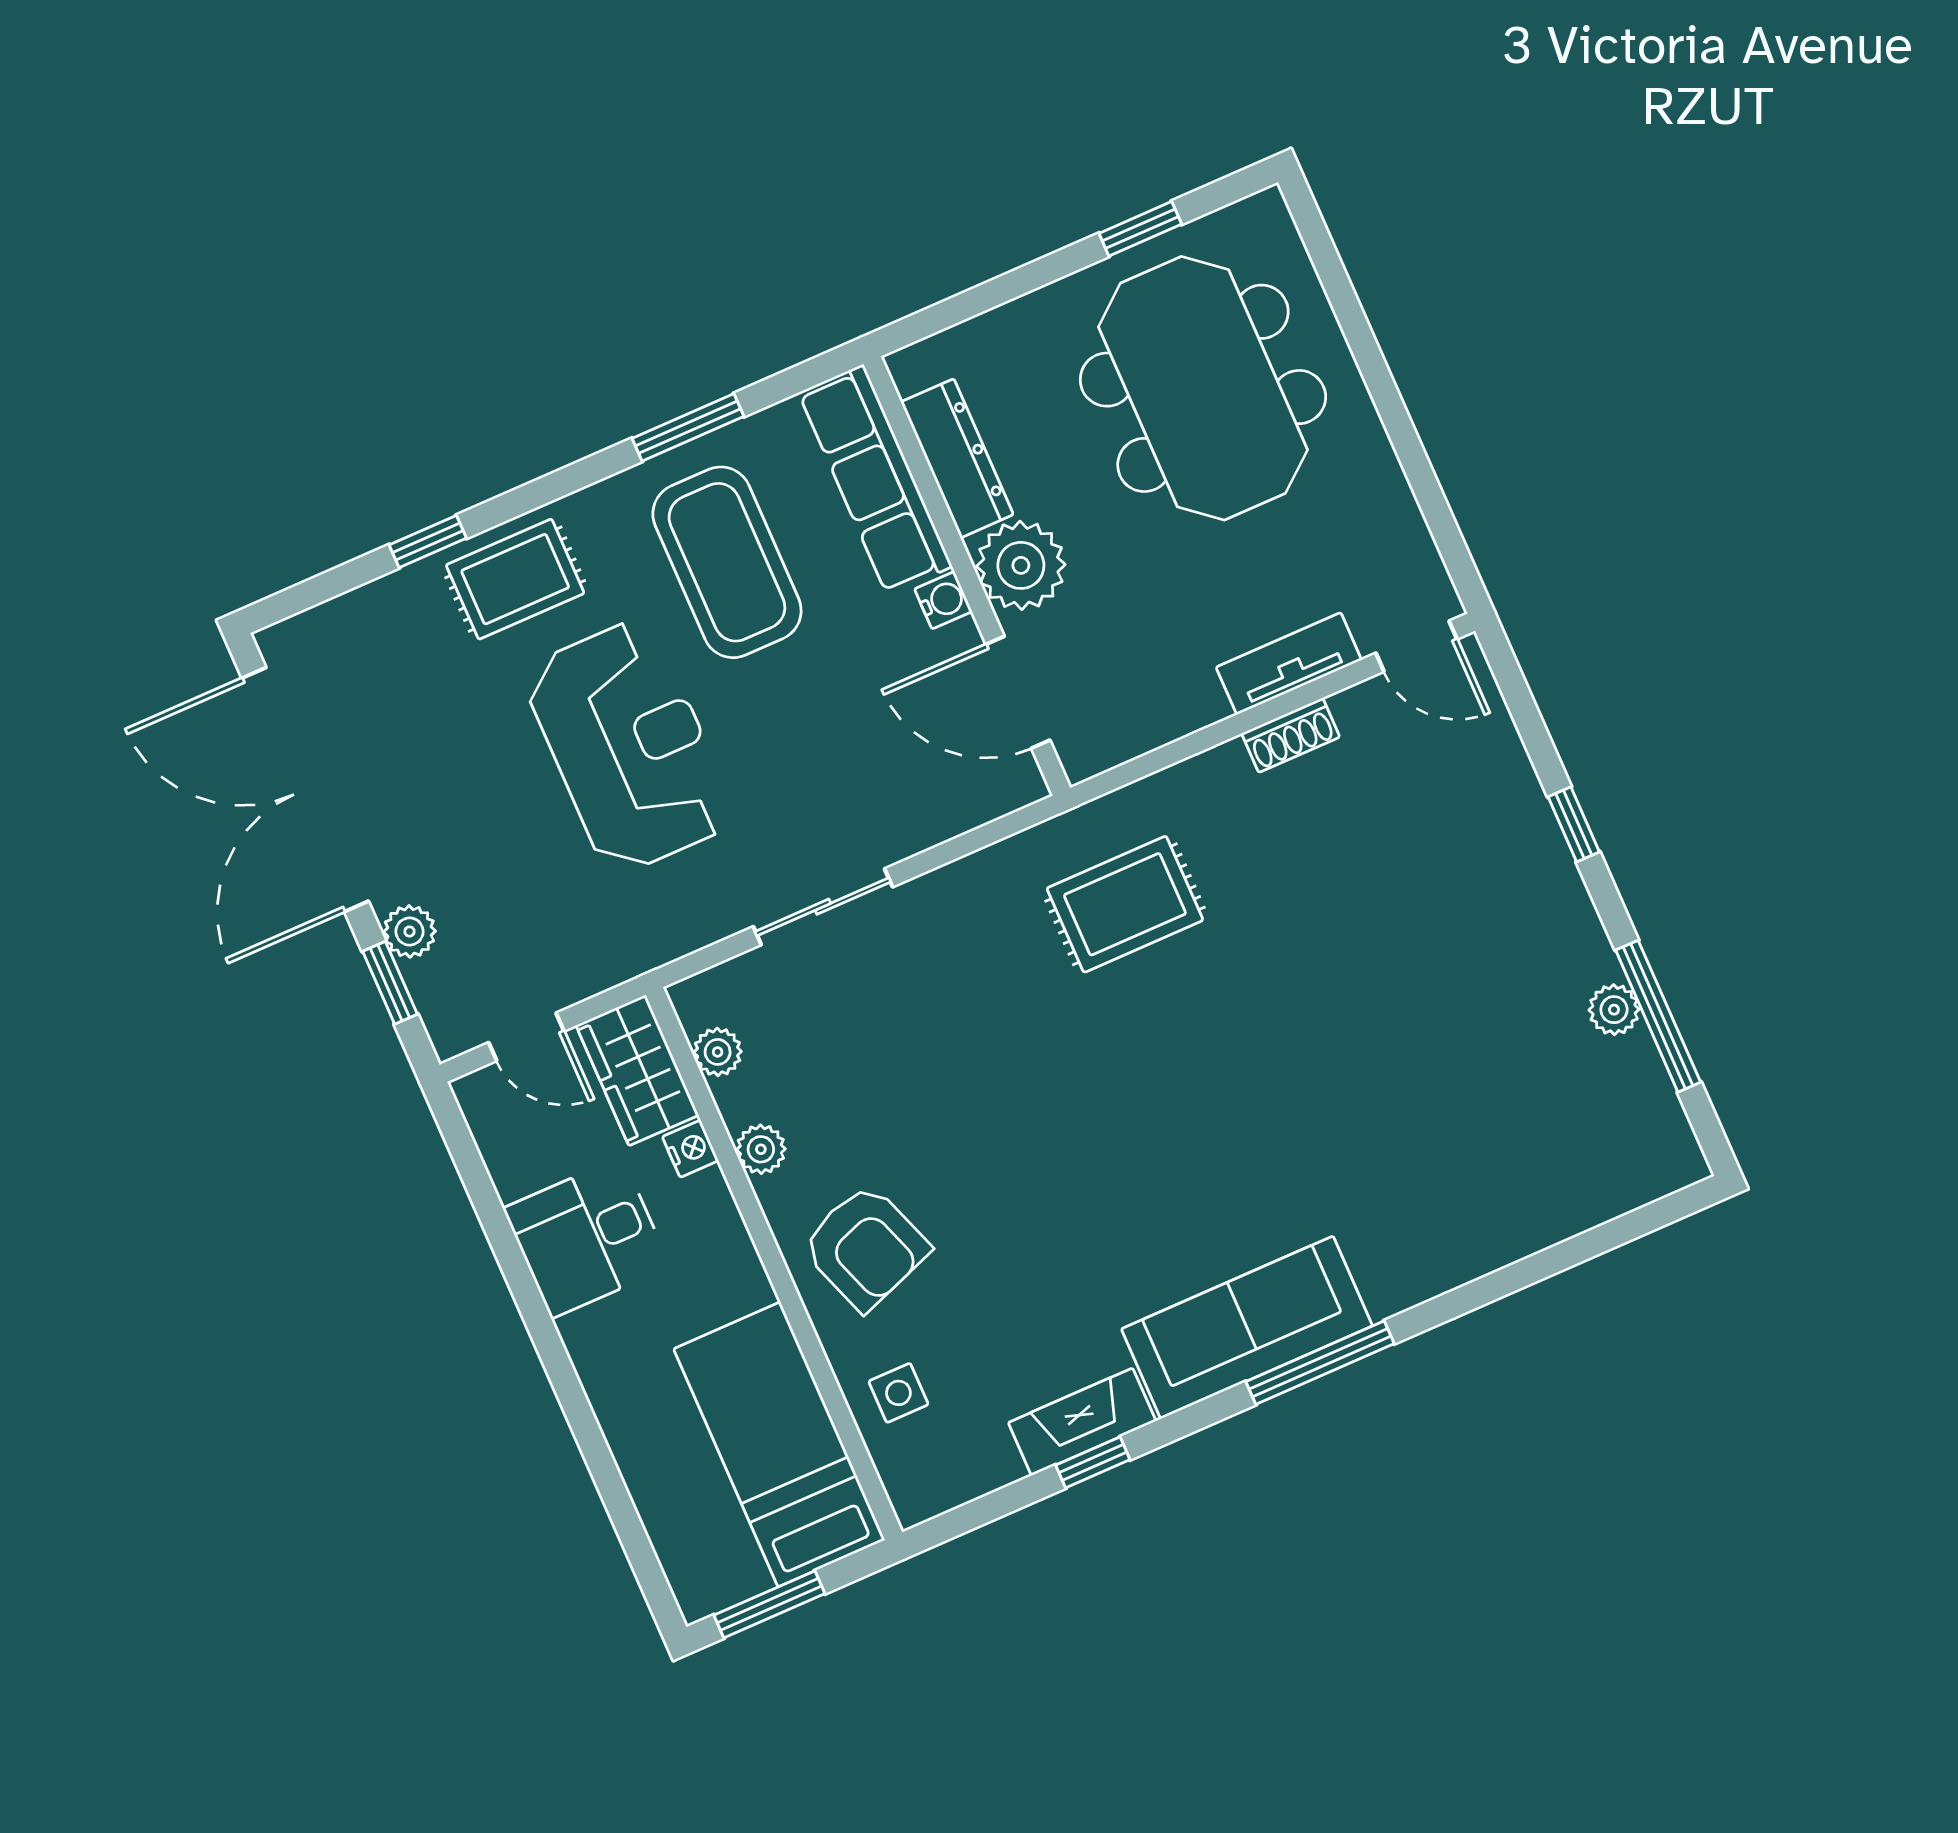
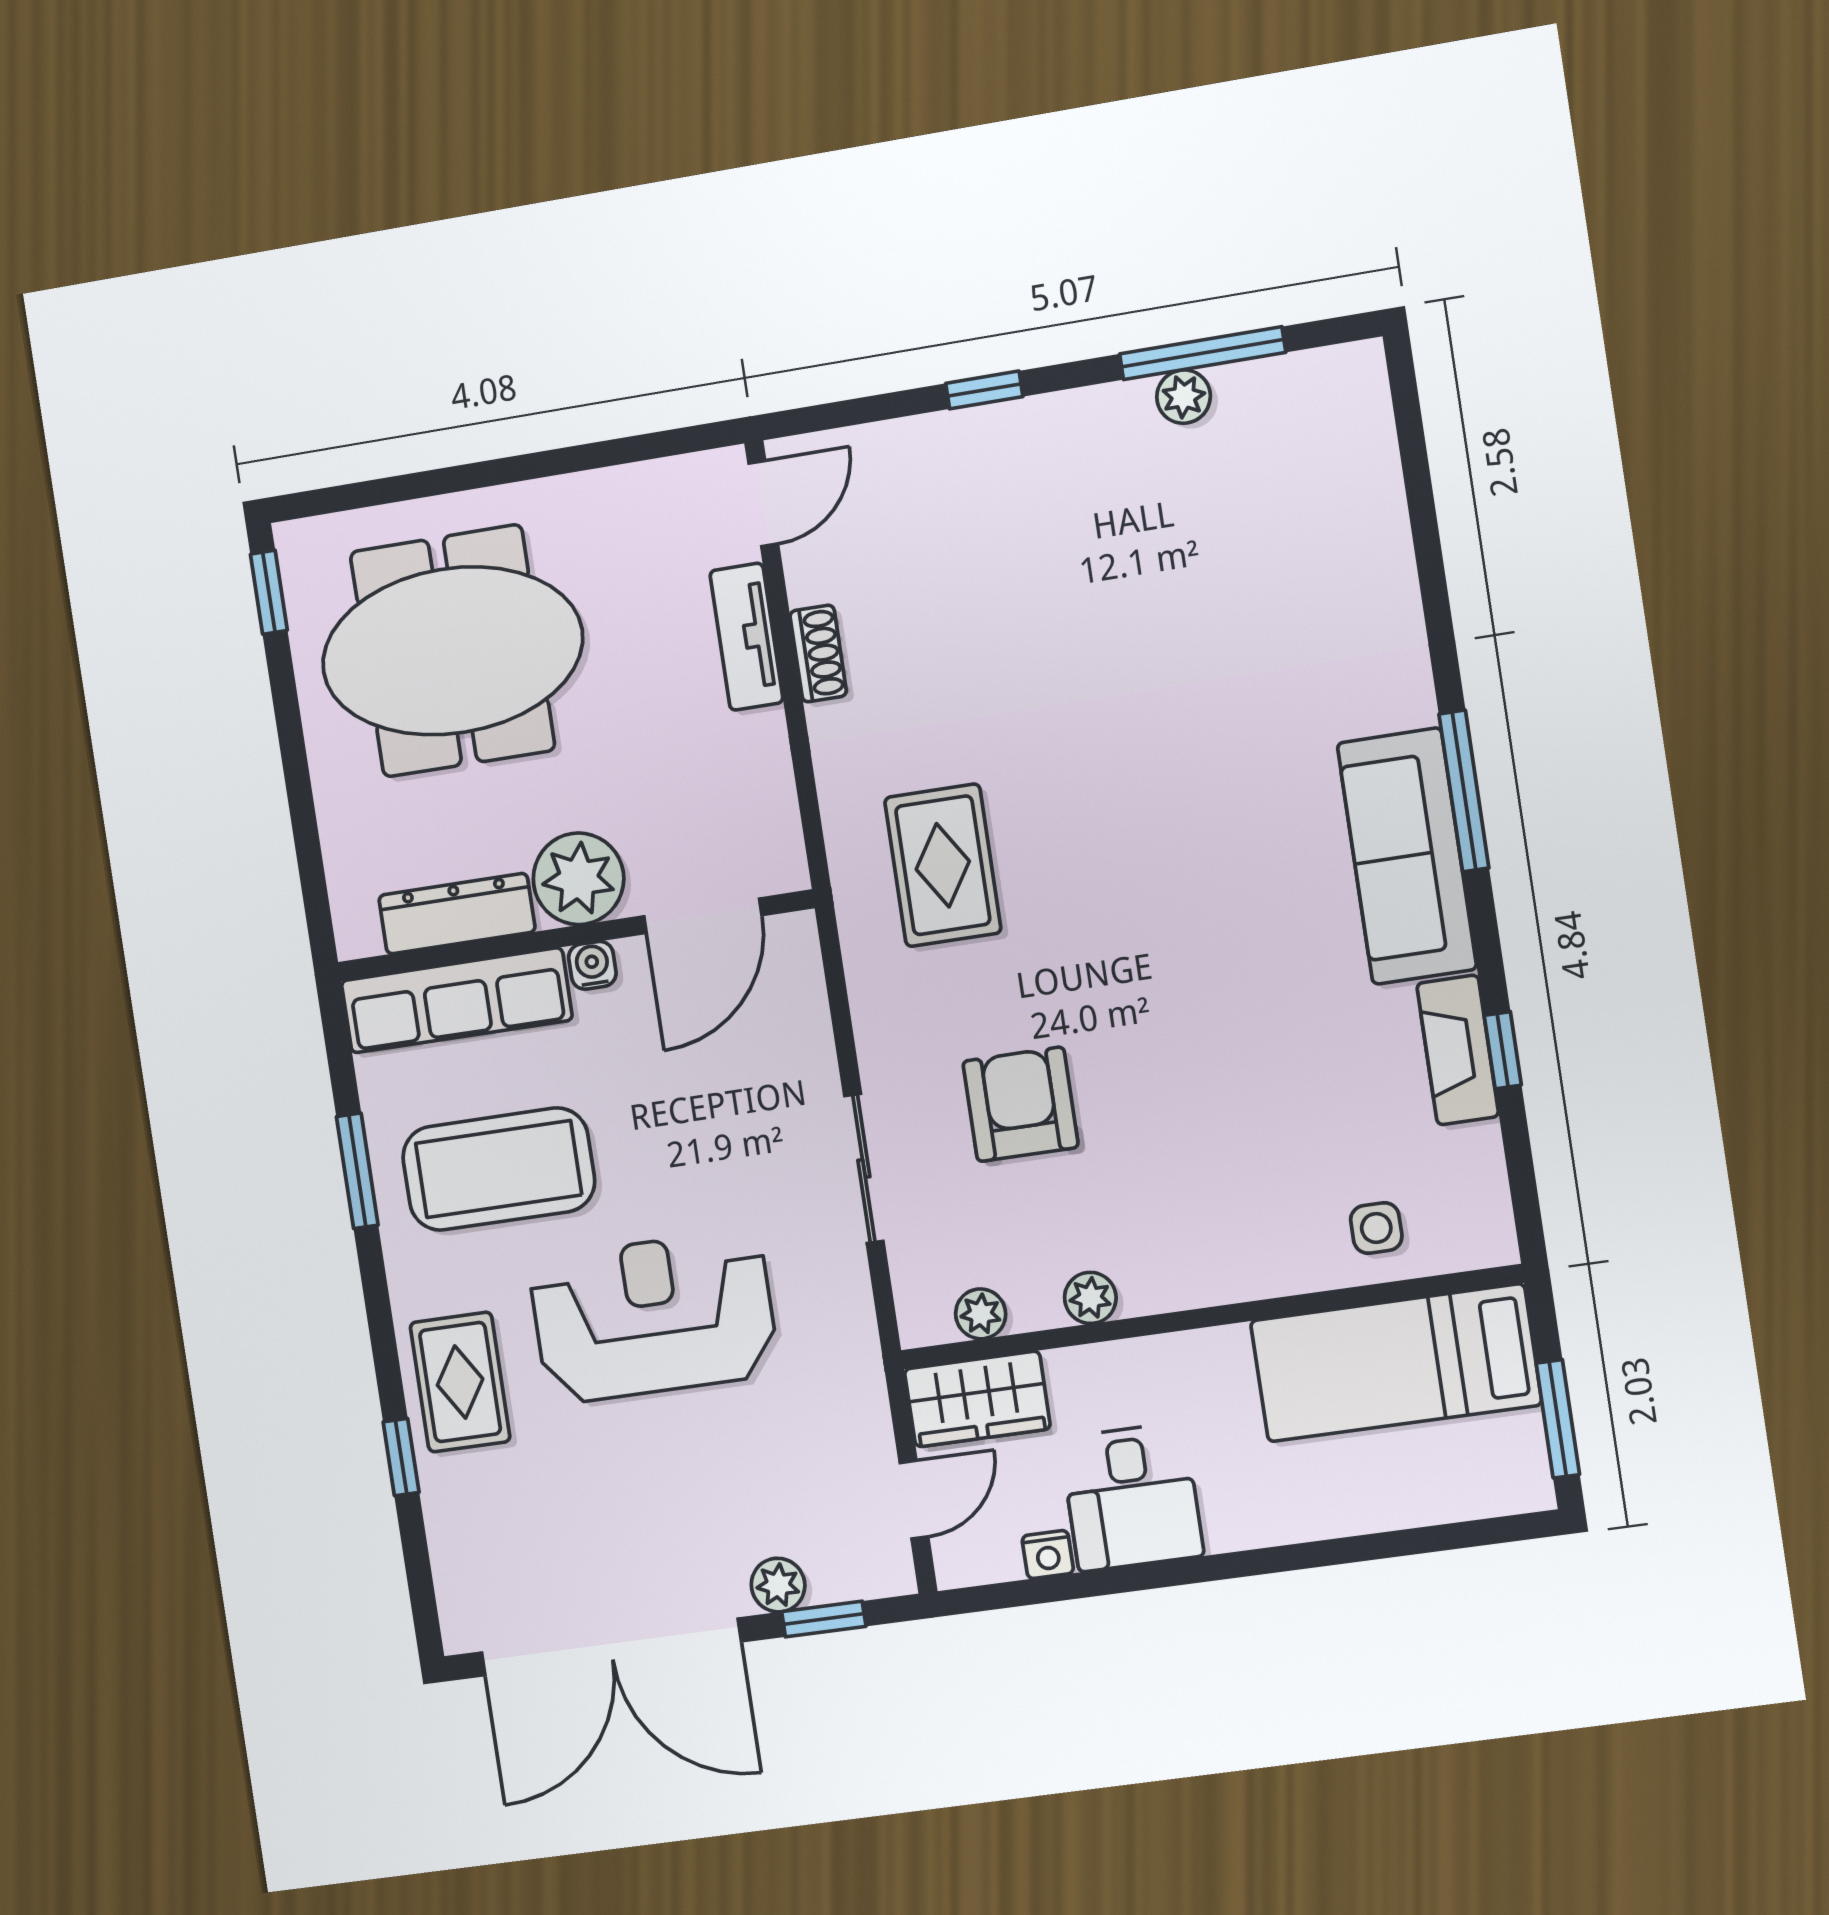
window: (1140, 229) -> (269, 592), moved
nightstand: (690, 1149) -> (1048, 1555), moved, turned 180
armchair: (865, 1247) -> (1021, 1104), moved, turned -70

